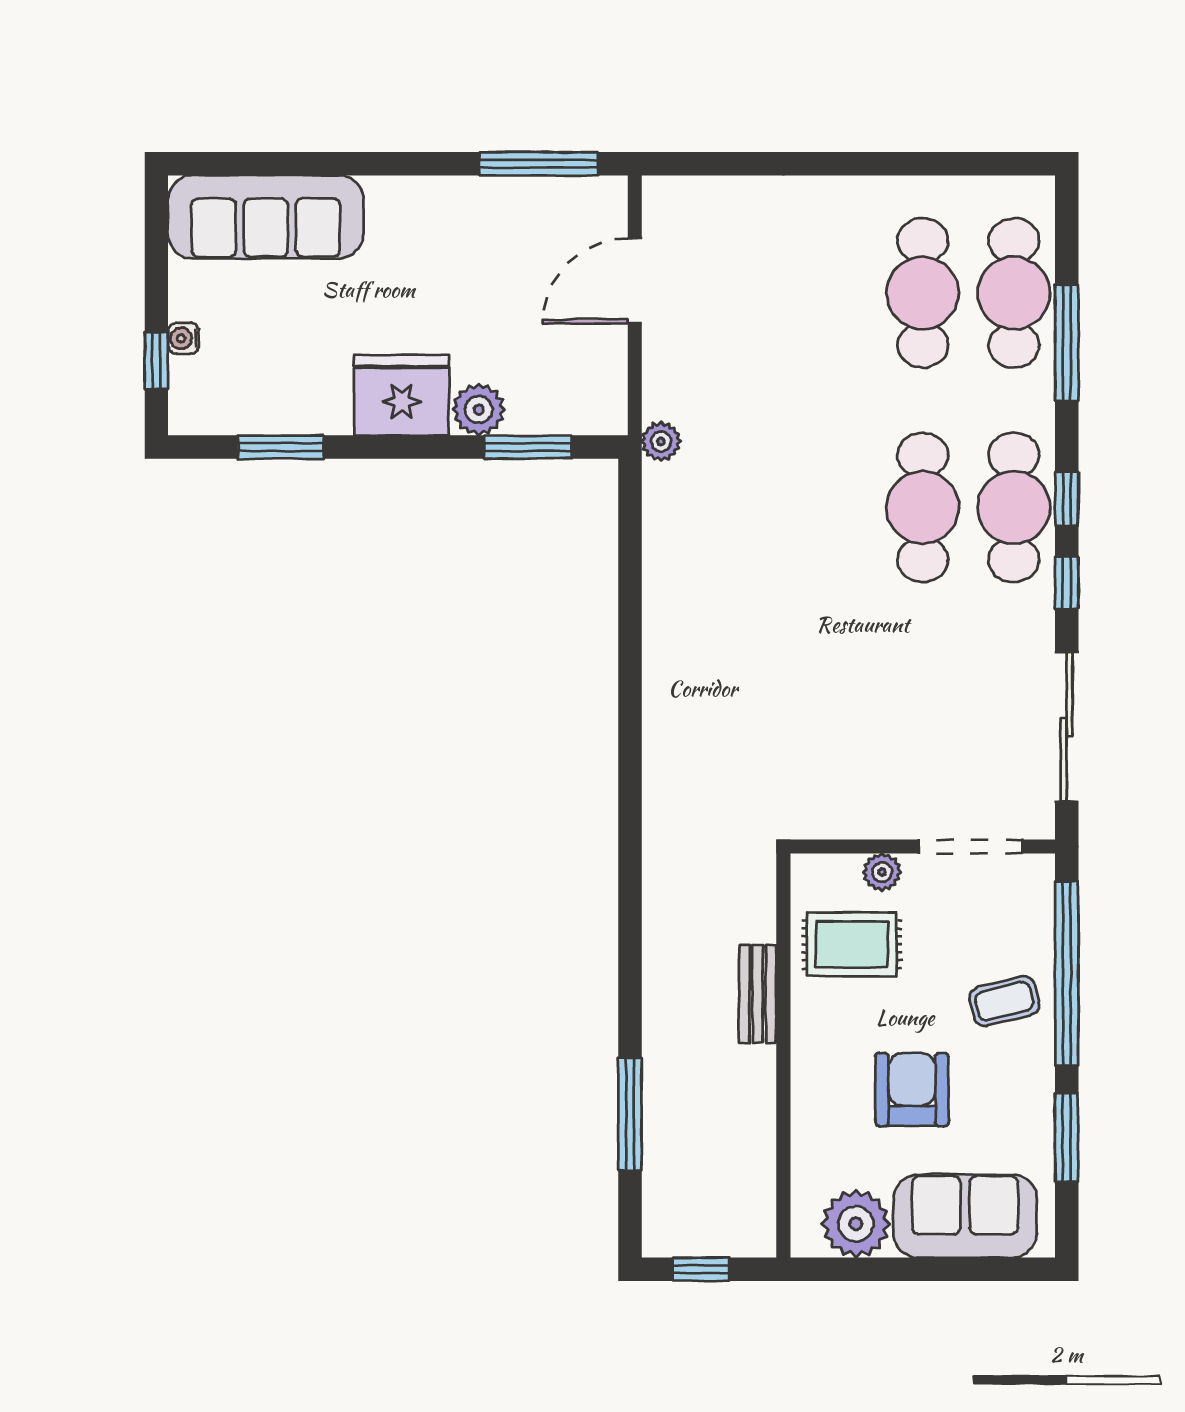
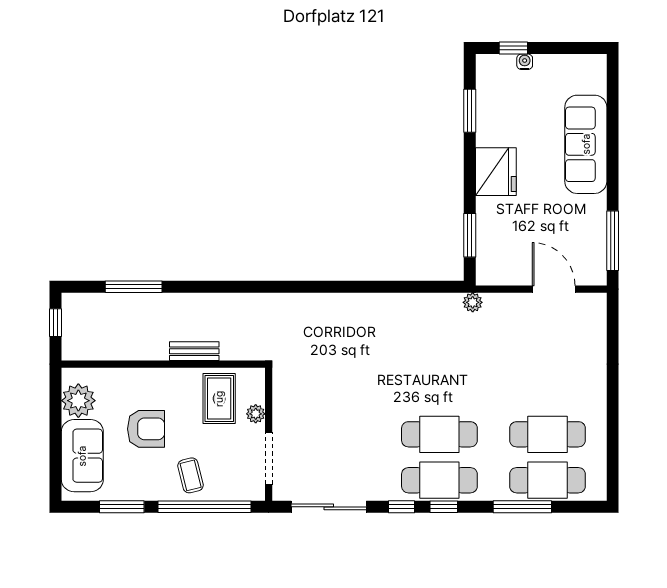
sofa: (266, 217) -> (586, 144), moved
plant: (479, 409) -> (489, 211), removed

